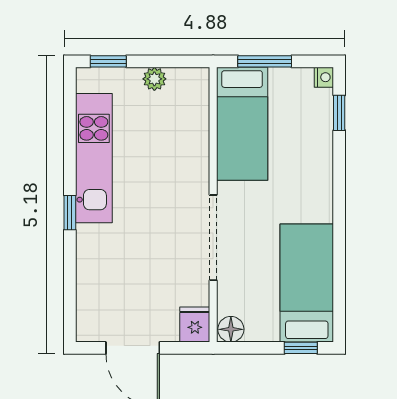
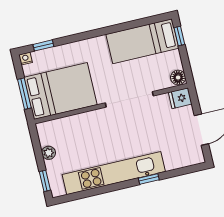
bed: (242, 124) -> (60, 91), width x1.50
kitchen unit: (94, 158) -> (114, 173), width x1.36
window: (70, 213) -> (149, 179), moved

